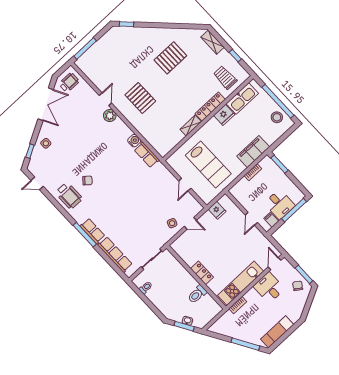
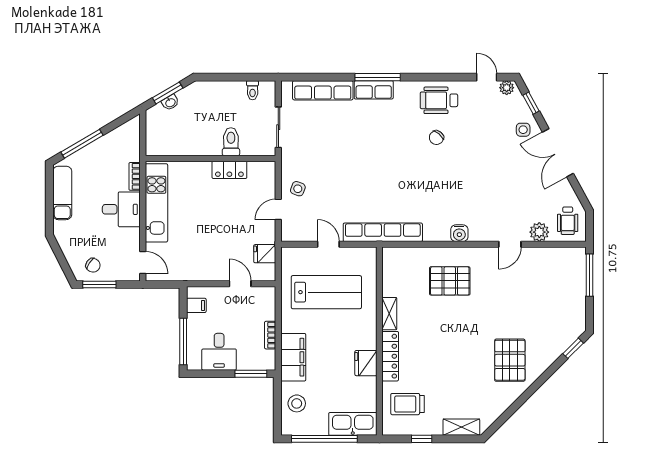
pallet: (170, 58) -> (510, 360), moved
trolley: (225, 77) -> (408, 404), turned 180
pallet: (140, 98) -> (450, 281), moved
door: (105, 99) -> (510, 244), hinge flipped
kitchen sink: (242, 99) -> (353, 424), moved, turned 90
double door: (46, 104) -> (558, 153), moved
plant: (110, 116) -> (539, 232), moved
stool: (277, 117) -> (297, 403), moved
water cooler: (134, 141) -> (459, 233), moved
row of seats: (147, 155) -> (383, 232), width x2.02
lab bench: (208, 165) -> (326, 292), turned 180
plant: (33, 169) -> (507, 88), added
door: (37, 183) -> (487, 77), hinge flipped
desk: (280, 204) -> (219, 352), moved, turned -90
door: (251, 219) -> (240, 284), moved
locker: (202, 273) -> (229, 170), moved
desk: (269, 288) -> (121, 209), moved
toilet: (197, 294) -> (231, 142), moved

